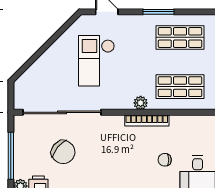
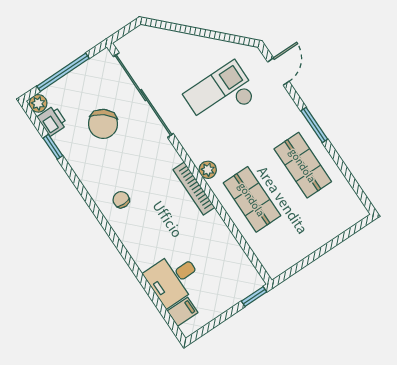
chair: (165, 160) -> (121, 200), moved

